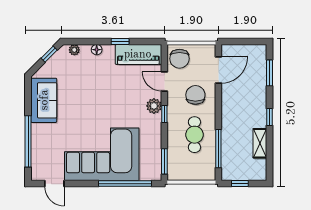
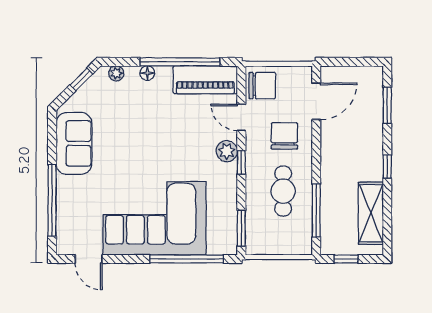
window: (120, 42) -> (180, 62), width x3.17
chair: (179, 59) -> (262, 86), turned -90
shelving: (260, 143) -> (371, 213), width x1.50, depth x1.33

